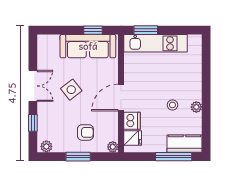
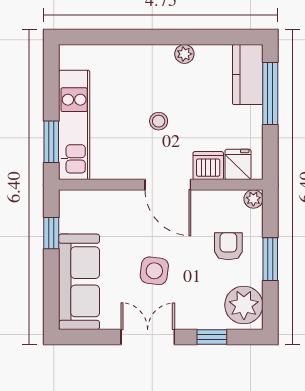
sofa: (88, 46) -> (79, 282), moved
side table: (71, 90) -> (154, 271), turned 45
stool: (173, 105) -> (159, 121), moved
plant: (46, 146) -> (244, 305), width x1.88, depth x1.88

